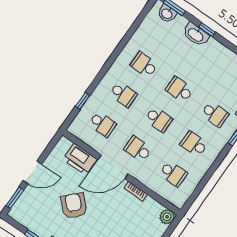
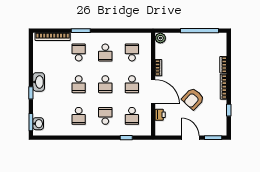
washbasin: (196, 35) -> (39, 82), moved
school desk: (159, 119) -> (105, 84), turned 180
school desk: (103, 124) -> (132, 116), turned 180
printer: (80, 159) -> (160, 115), width x0.53, depth x0.68

